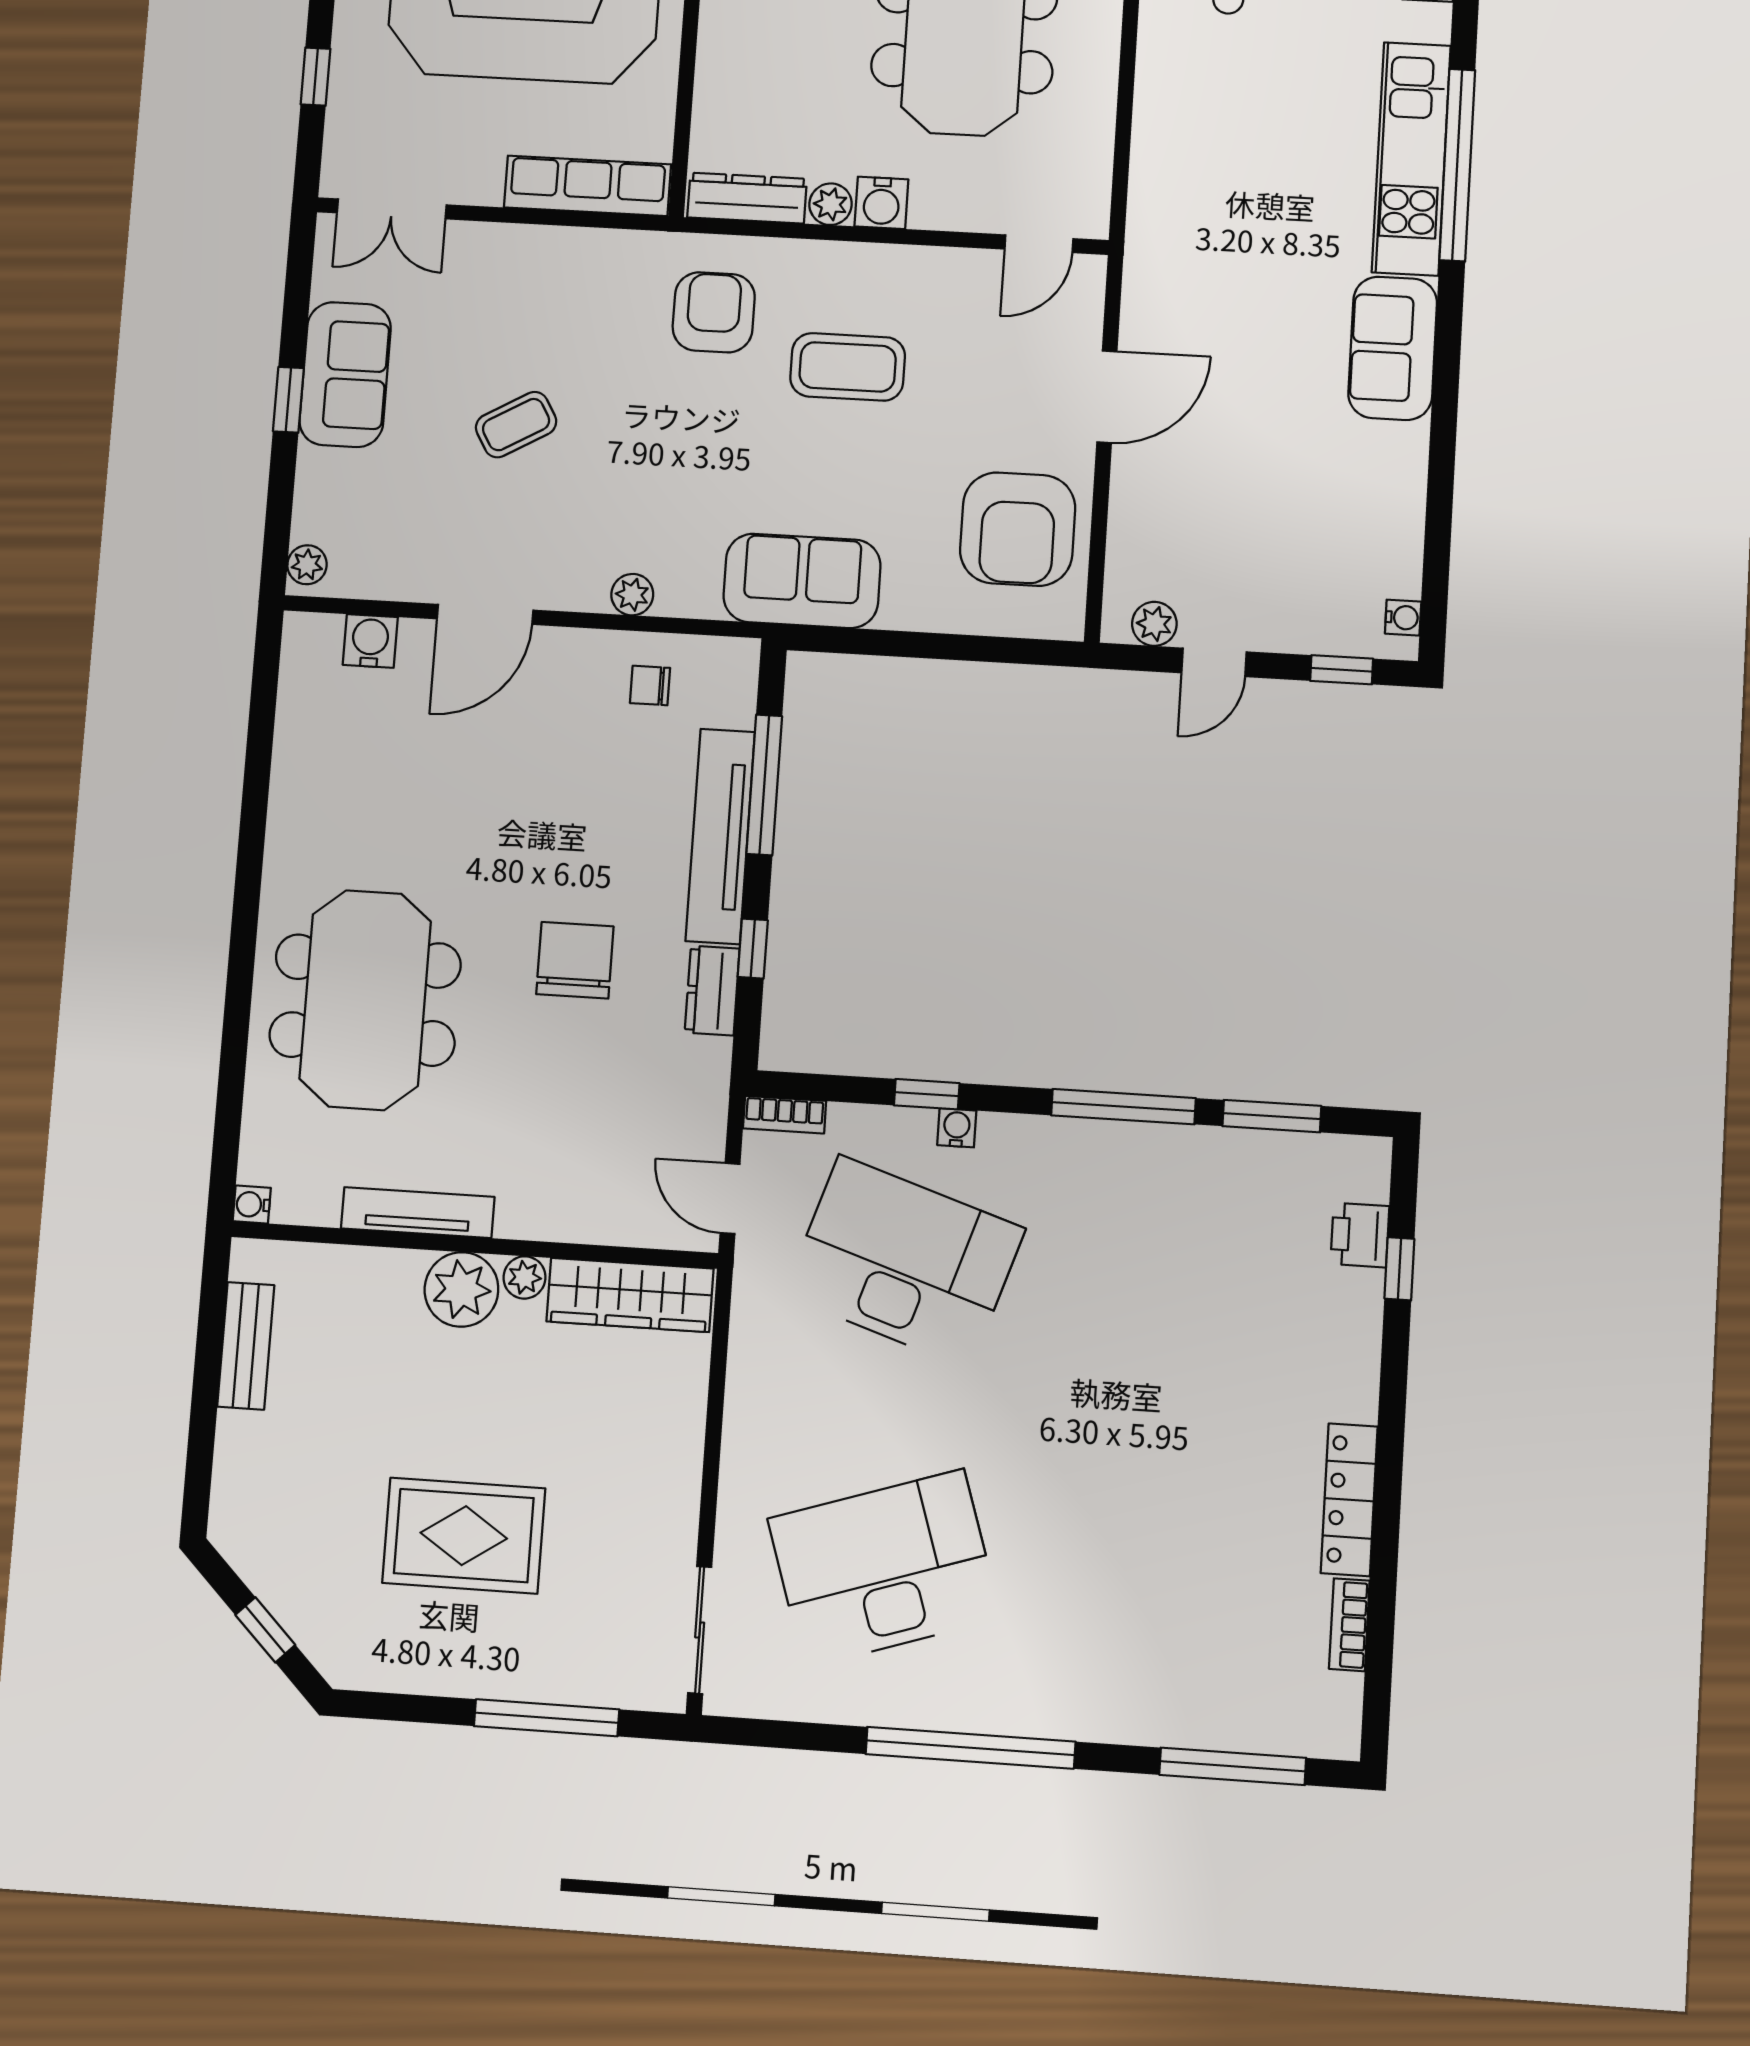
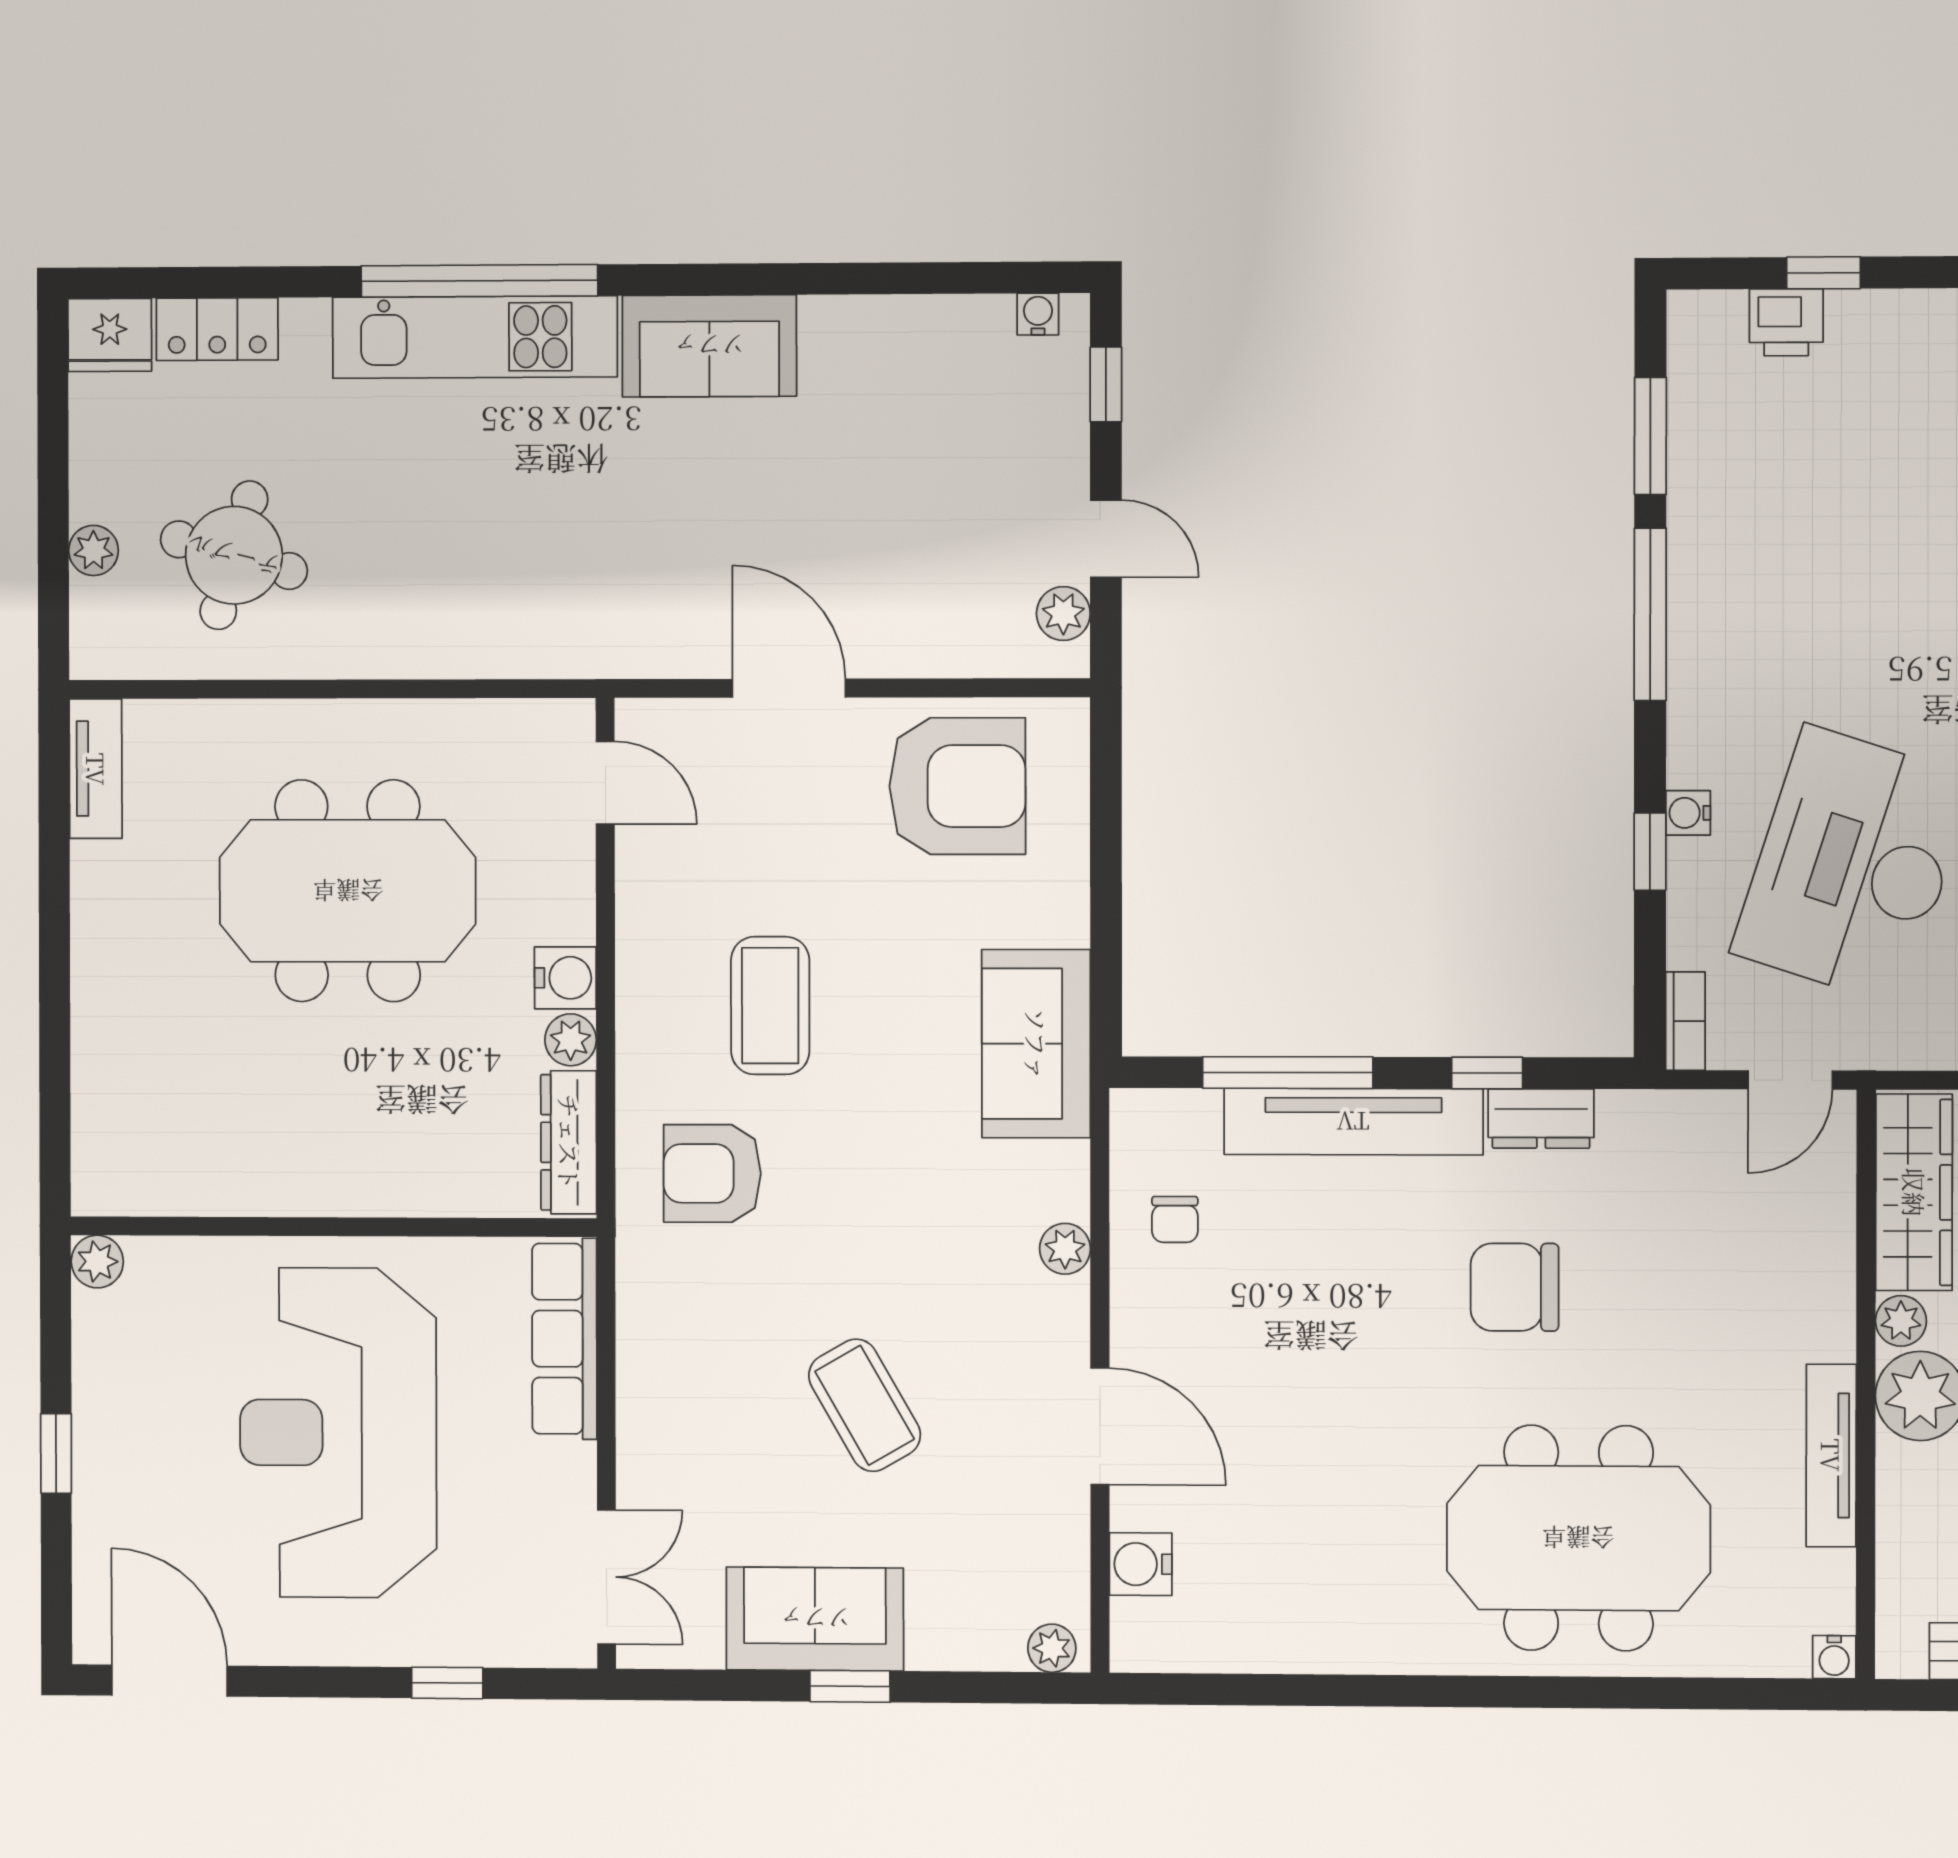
coffee table: (516, 425) -> (865, 1405), width x1.36, depth x1.30

